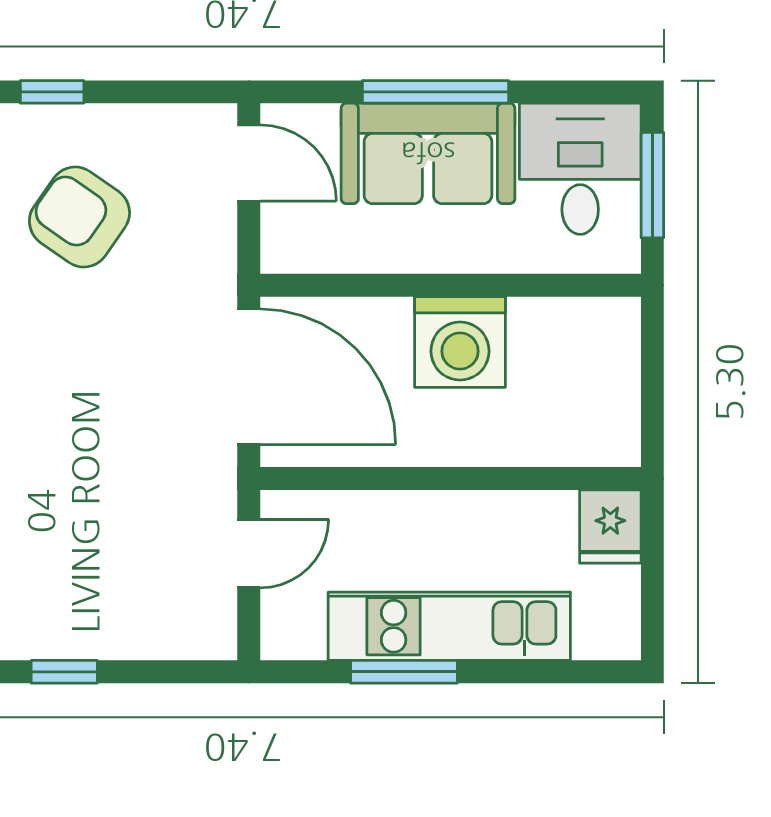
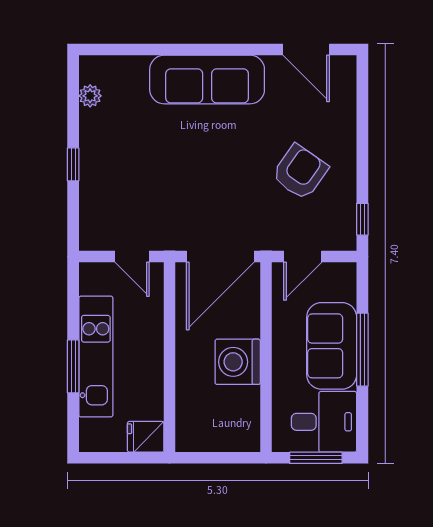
window: (52, 92) -> (362, 219), moved
door: (249, 163) -> (303, 256), moved
window: (404, 672) -> (73, 366), moved

